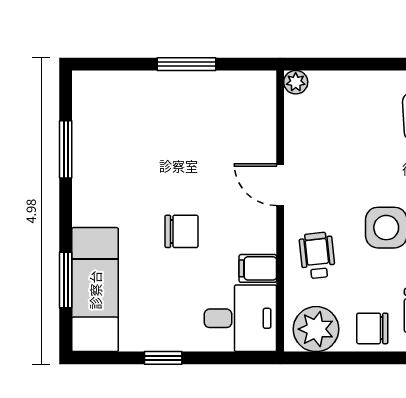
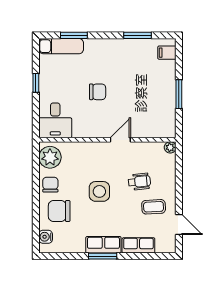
chair: (182, 231) -> (98, 92), turned -90
wheelchair: (317, 255) -> (139, 182), moved
filing cabinet: (258, 268) -> (167, 53), moved, turned -90
exam couch: (95, 290) -> (61, 46), width x0.73, depth x0.69

